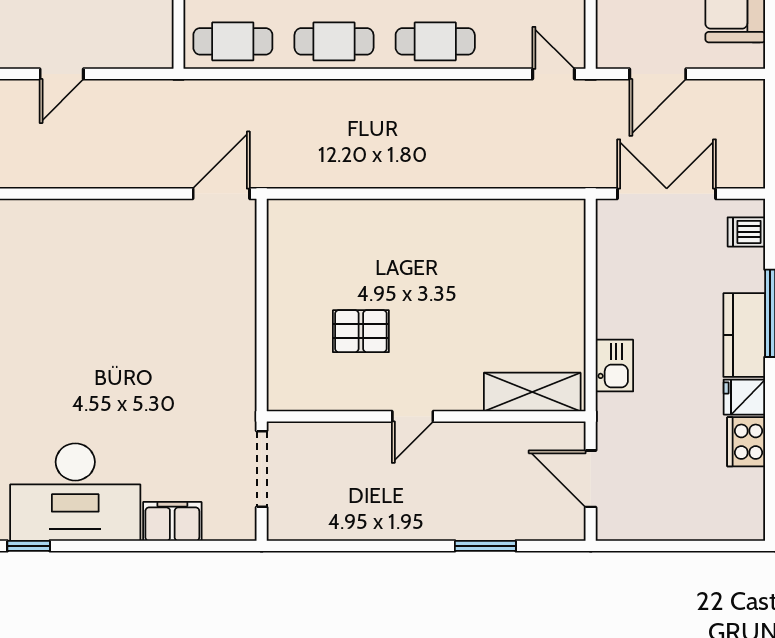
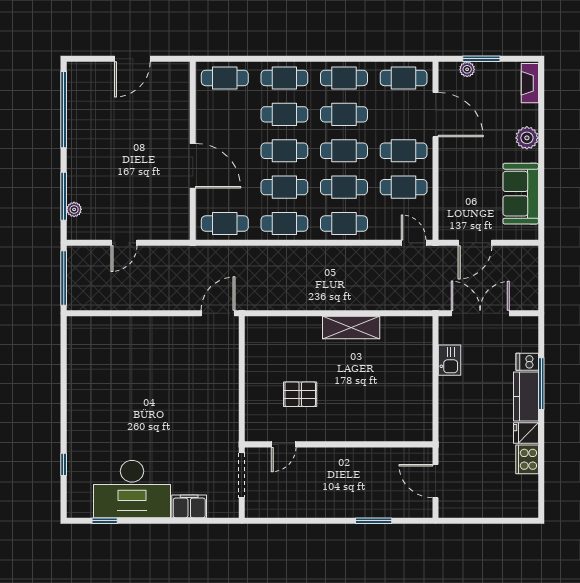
dishwasher: (746, 232) -> (527, 362), moved
kitchen sink: (614, 366) -> (450, 360), moved
shelving: (532, 392) -> (351, 328), moved
door: (413, 416) -> (284, 444), moved

